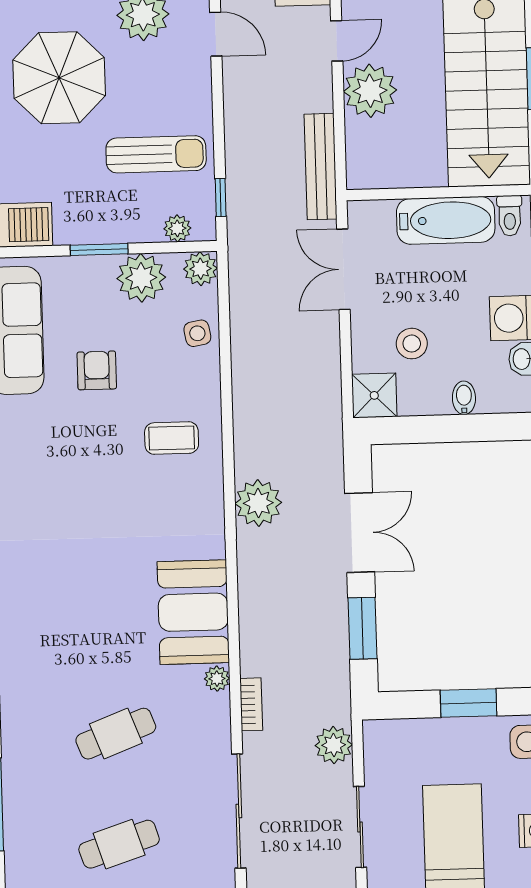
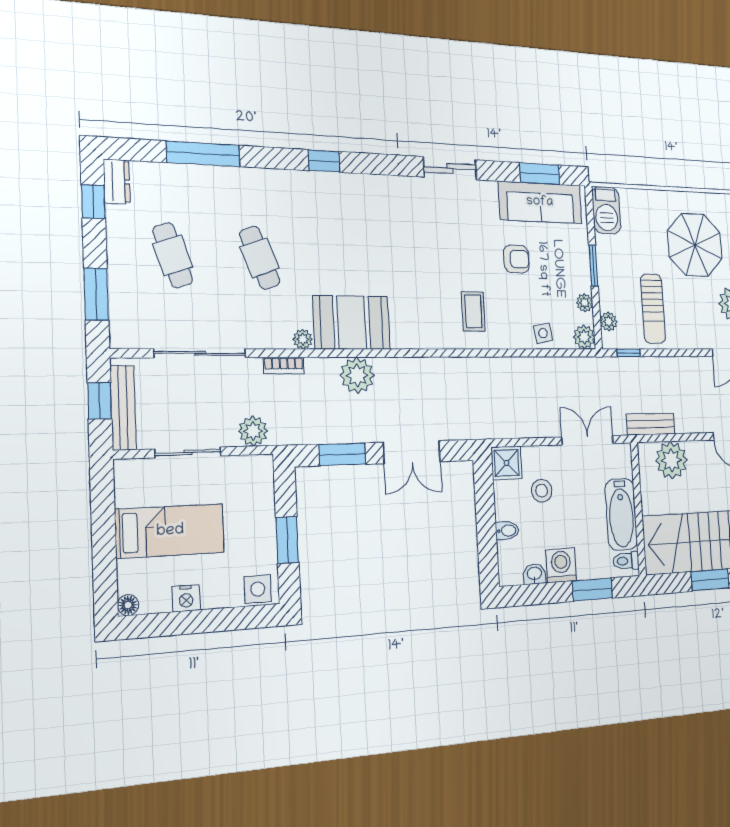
plant: (370, 91) -> (671, 460), moved
bench: (321, 167) -> (651, 424), width x0.73
plant: (141, 278) -> (585, 303), width x0.53, depth x0.53
plant: (258, 503) -> (357, 375), moved

